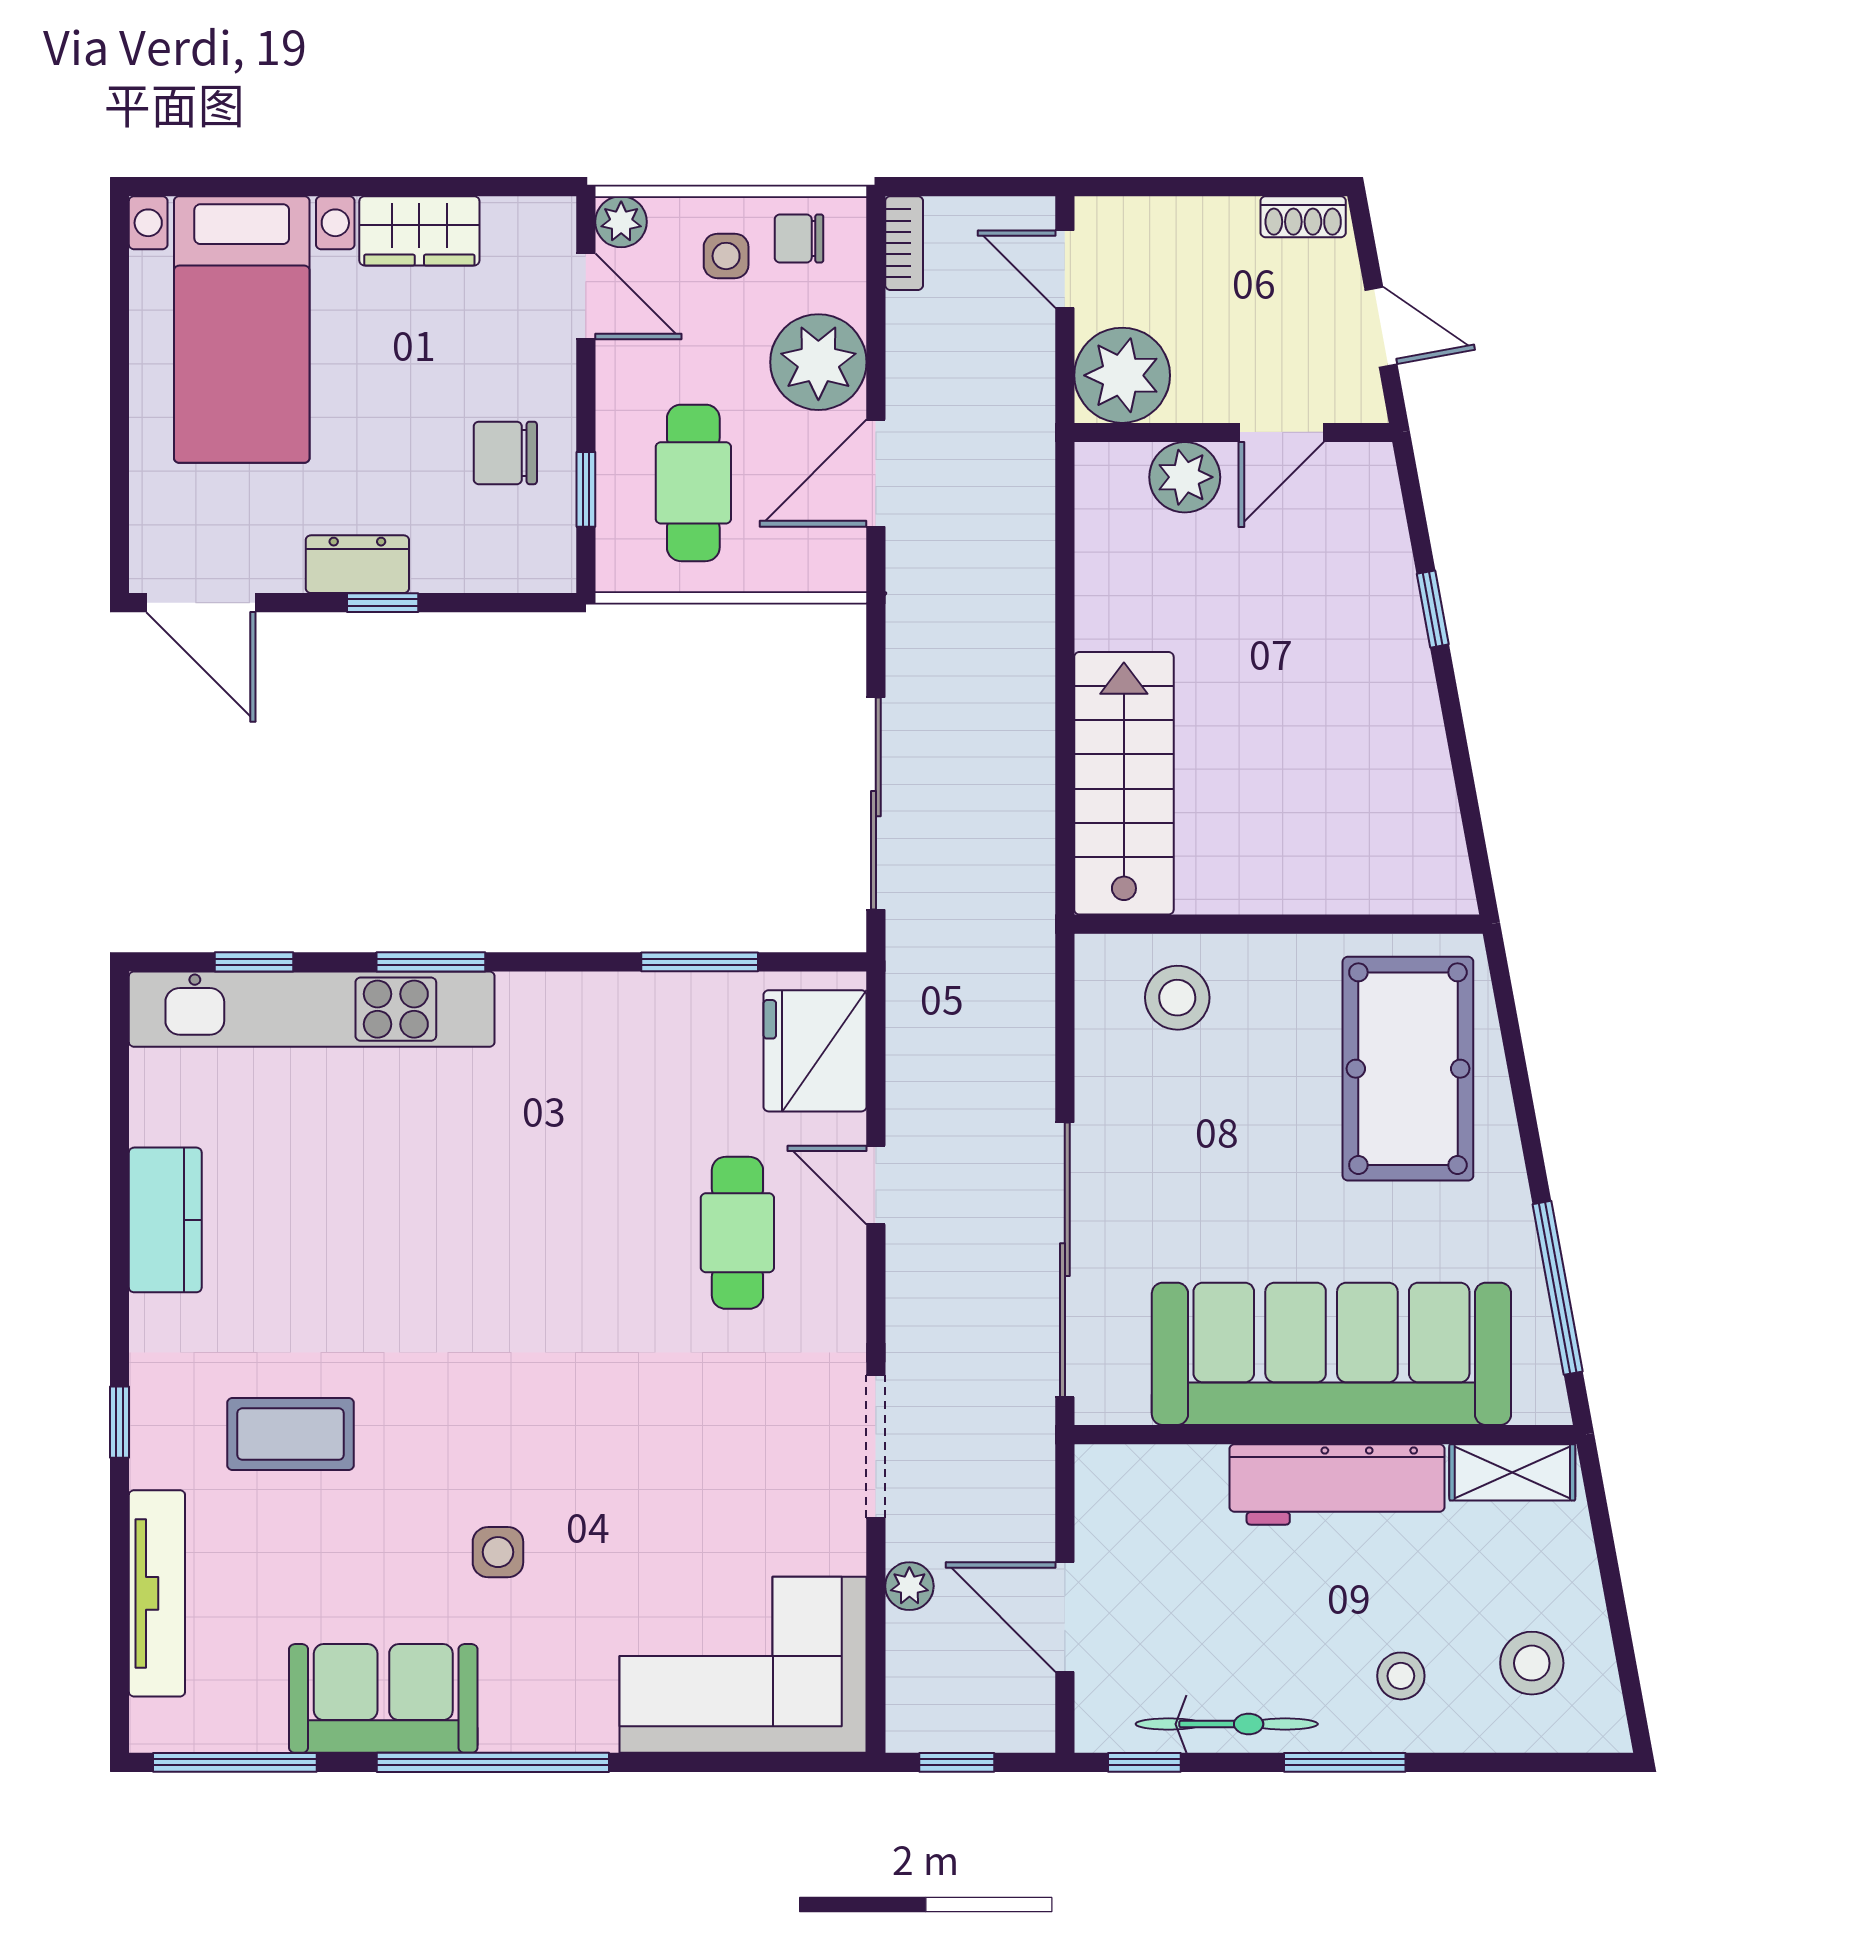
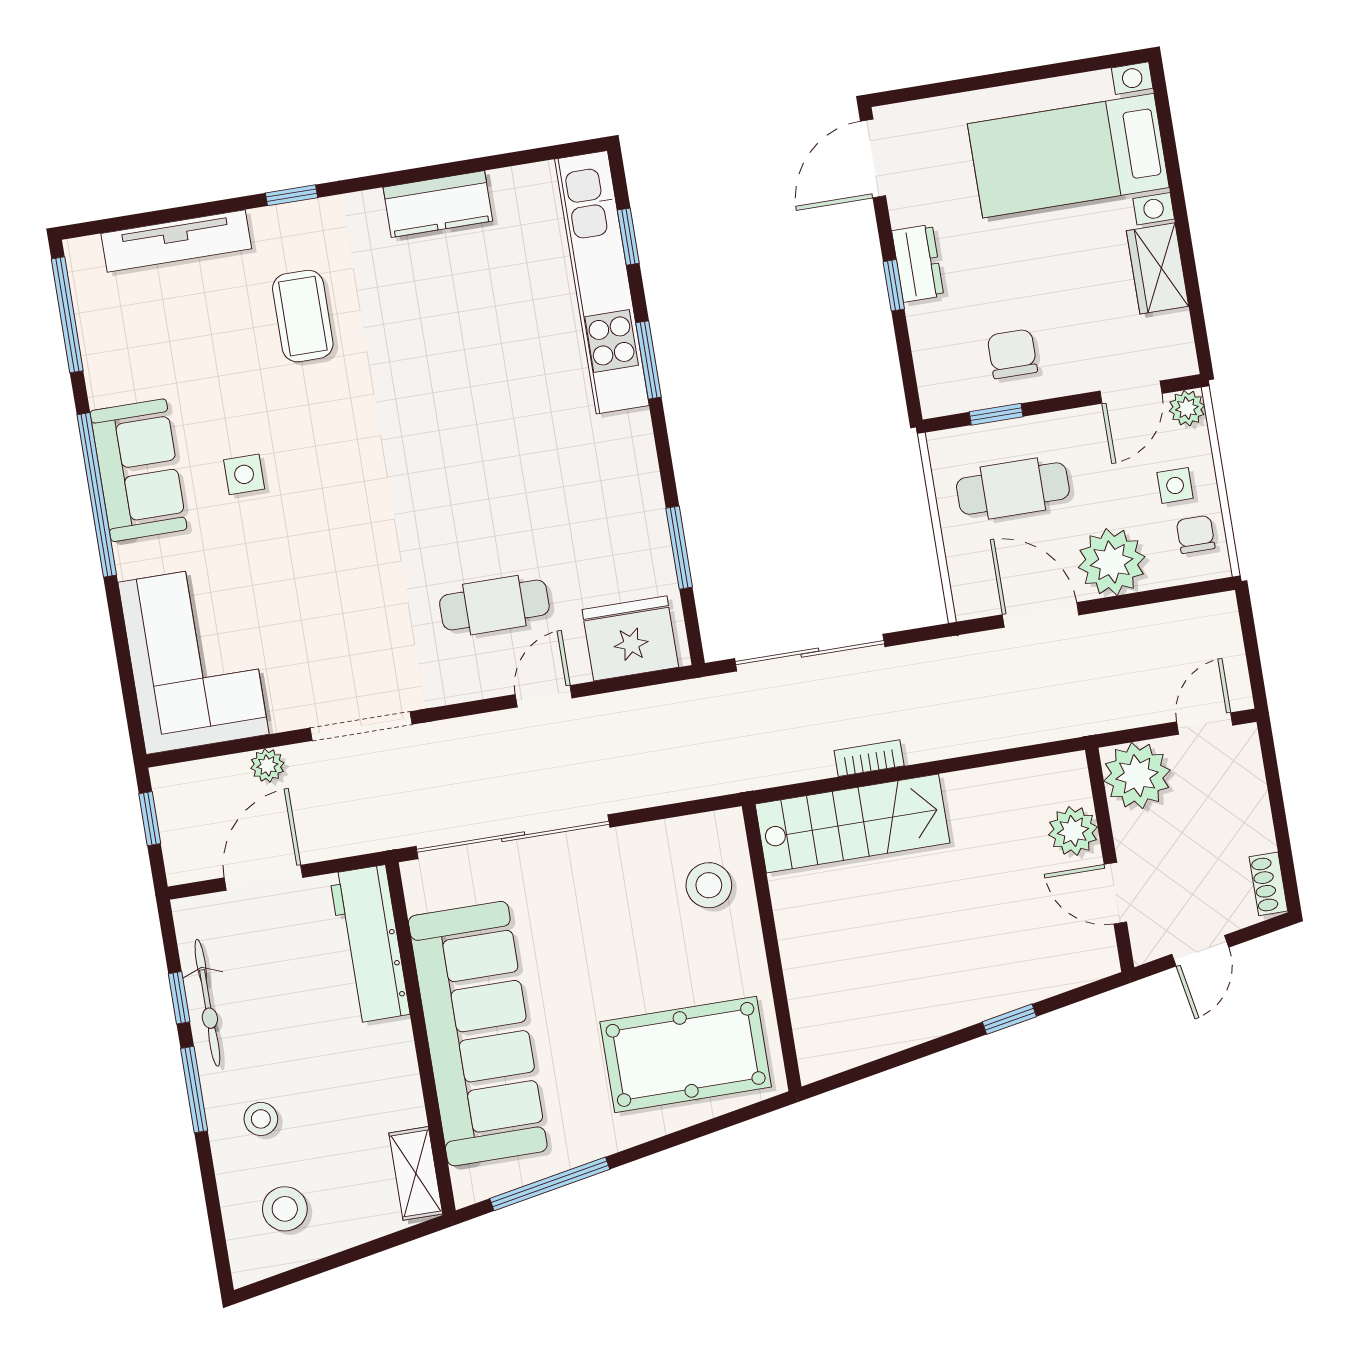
bookcase: (904, 243) -> (869, 758), moved, turned 180
workbench: (1337, 1484) -> (370, 944), moved
sofa: (383, 1698) -> (139, 470), moved
window: (1144, 1762) -> (179, 998), moved

